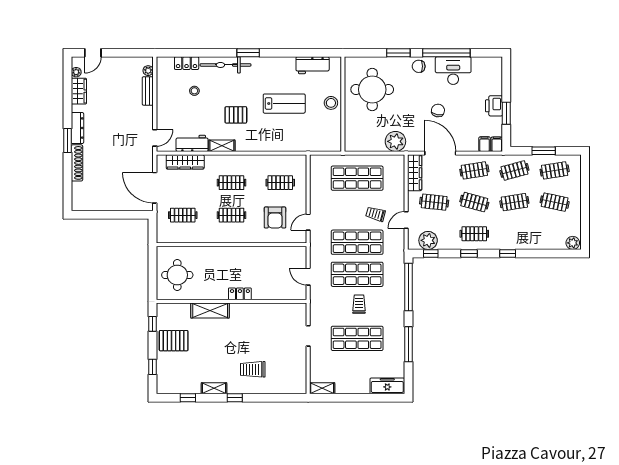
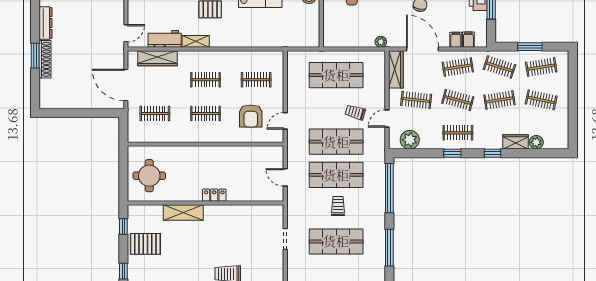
window: (67, 140) -> (35, 56), moved
plant: (395, 141) -> (381, 42), width x0.53, depth x0.53
filing cabinet: (497, 144) -> (456, 40), moved
clothes rail: (514, 170) -> (499, 67), turned 33
wardrobe: (530, 242) -> (516, 142), added
plant: (573, 243) -> (536, 142), moved
window: (431, 253) -> (413, 153), removed

